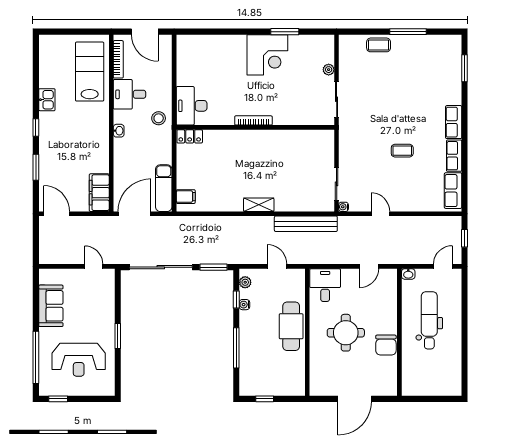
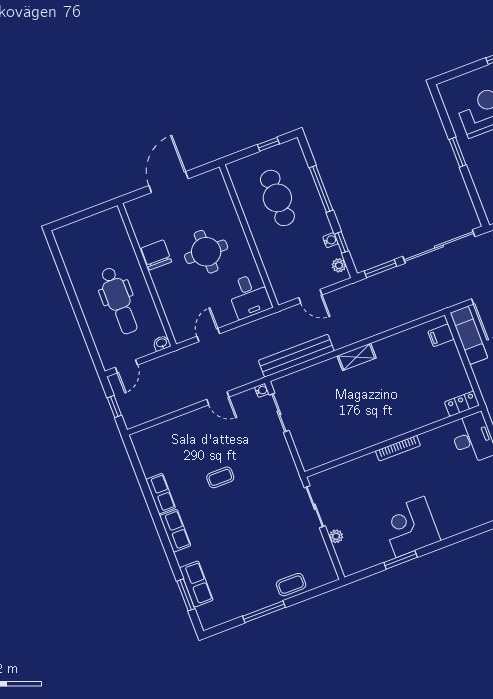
row of seats: (453, 191) -> (196, 584), moved
cafe table: (291, 326) -> (277, 198), moved

